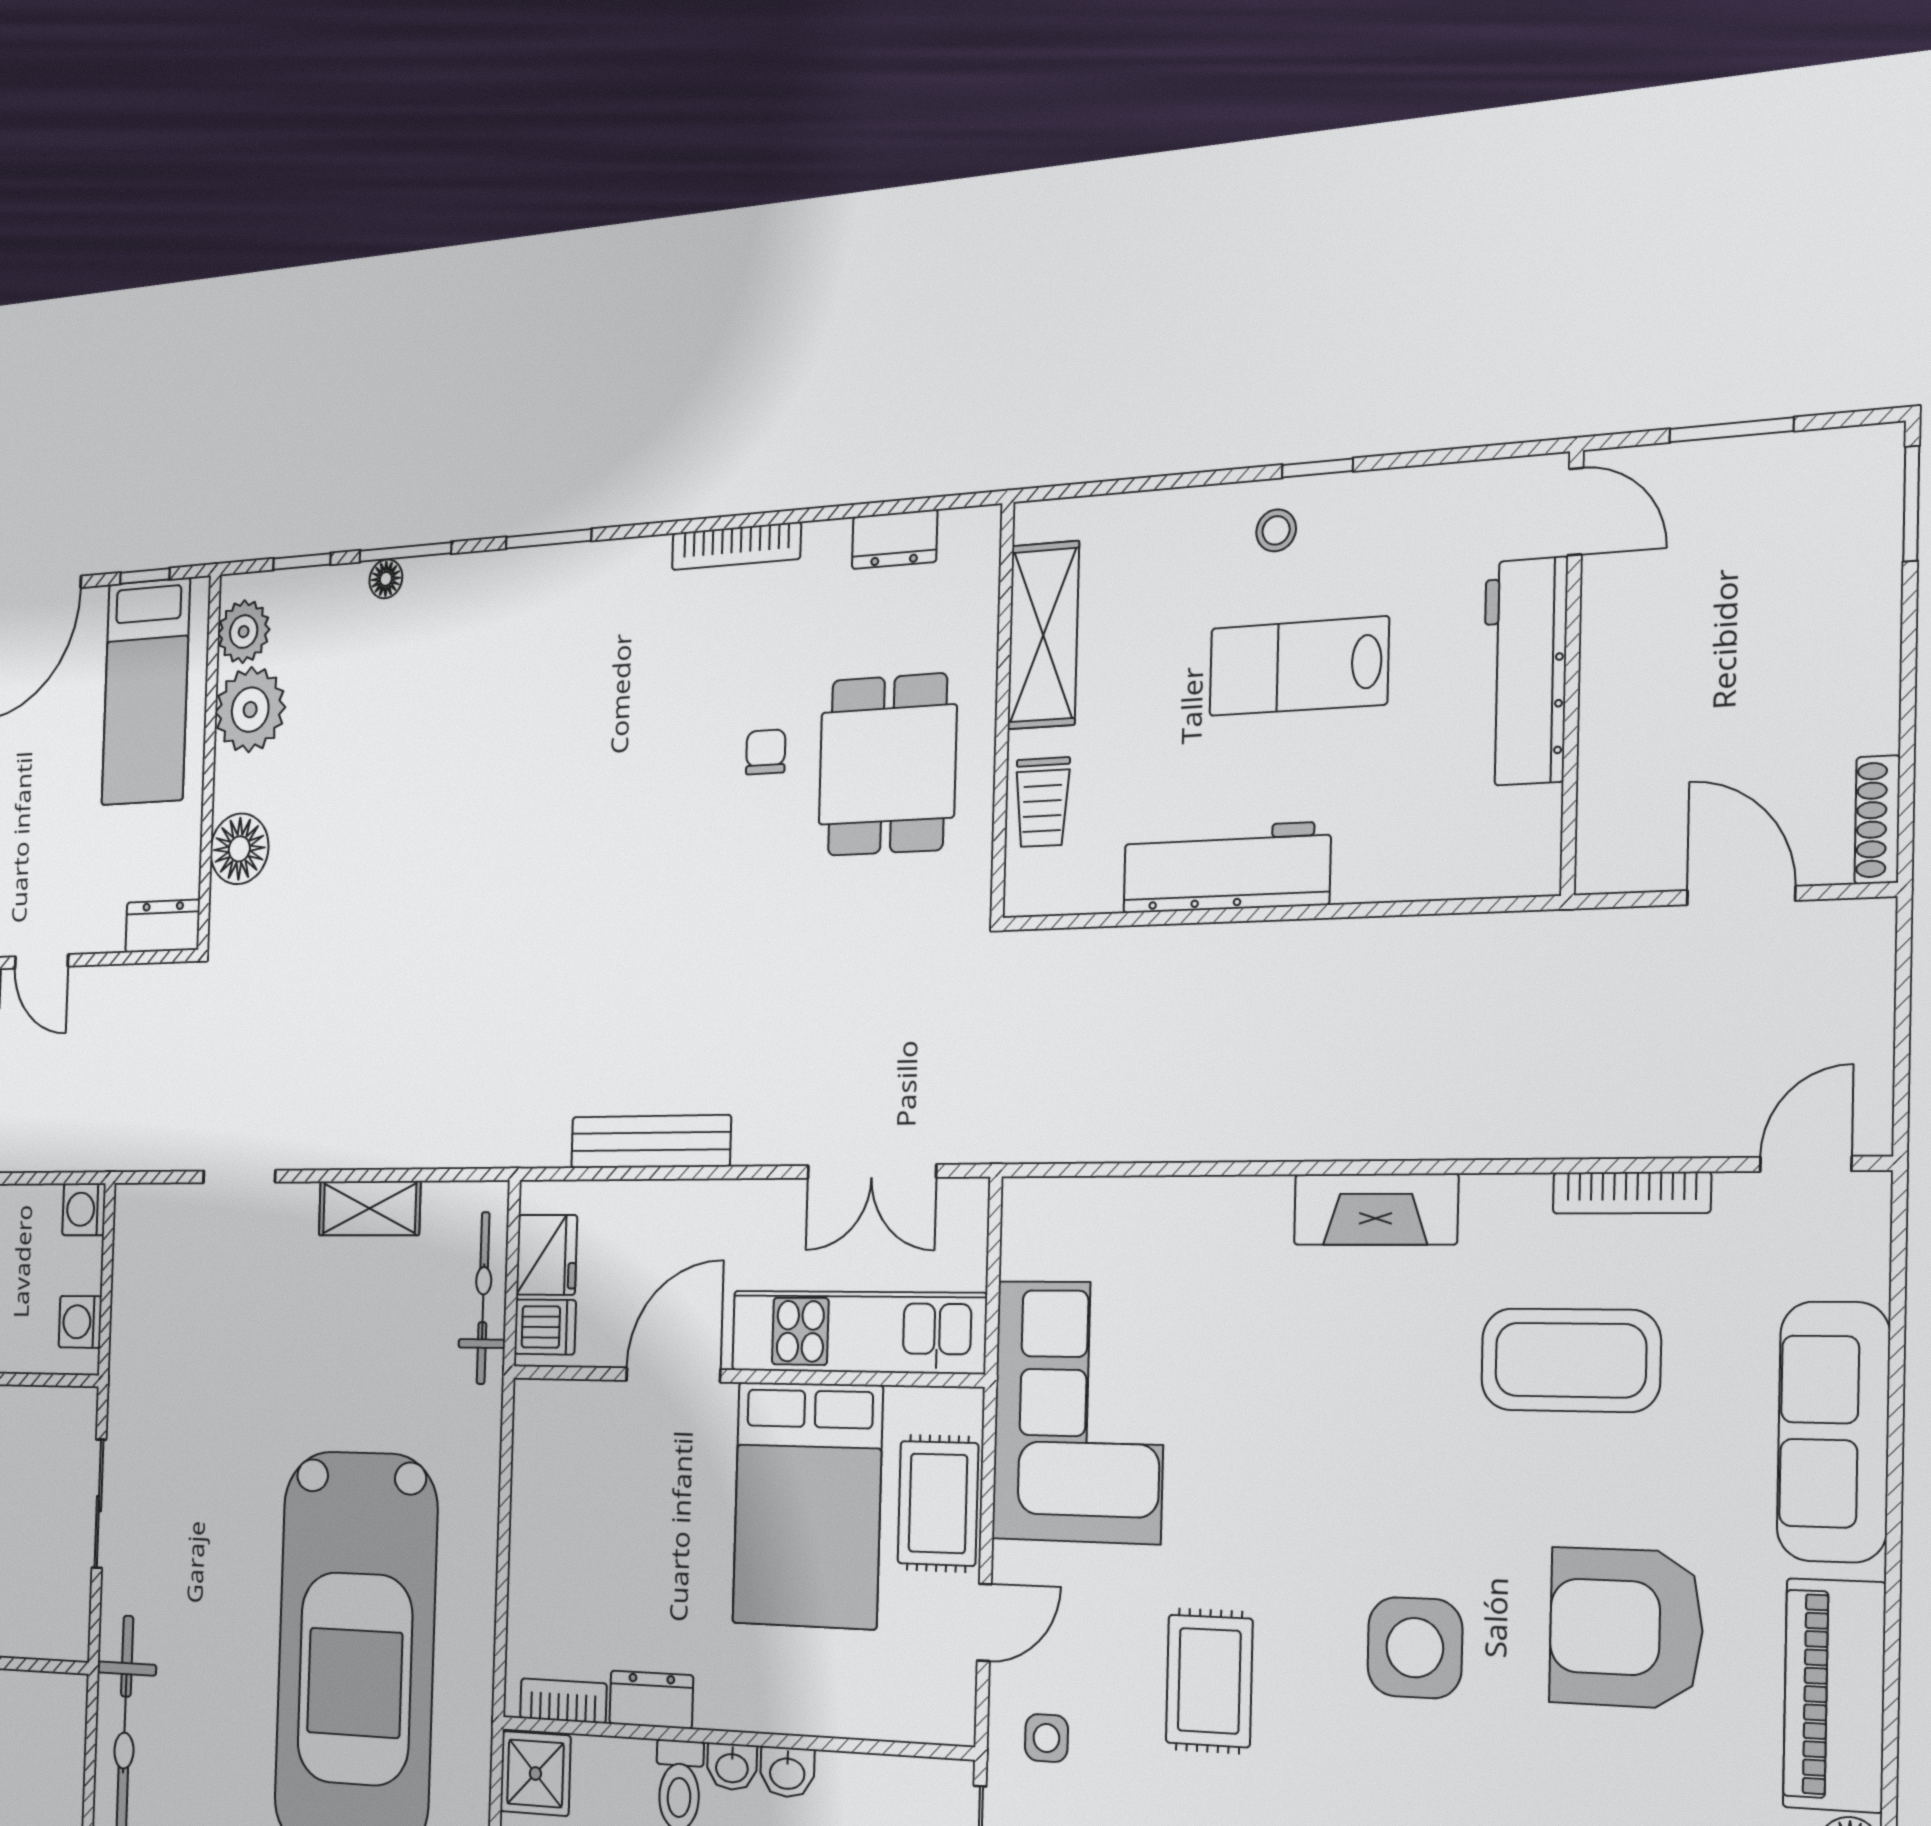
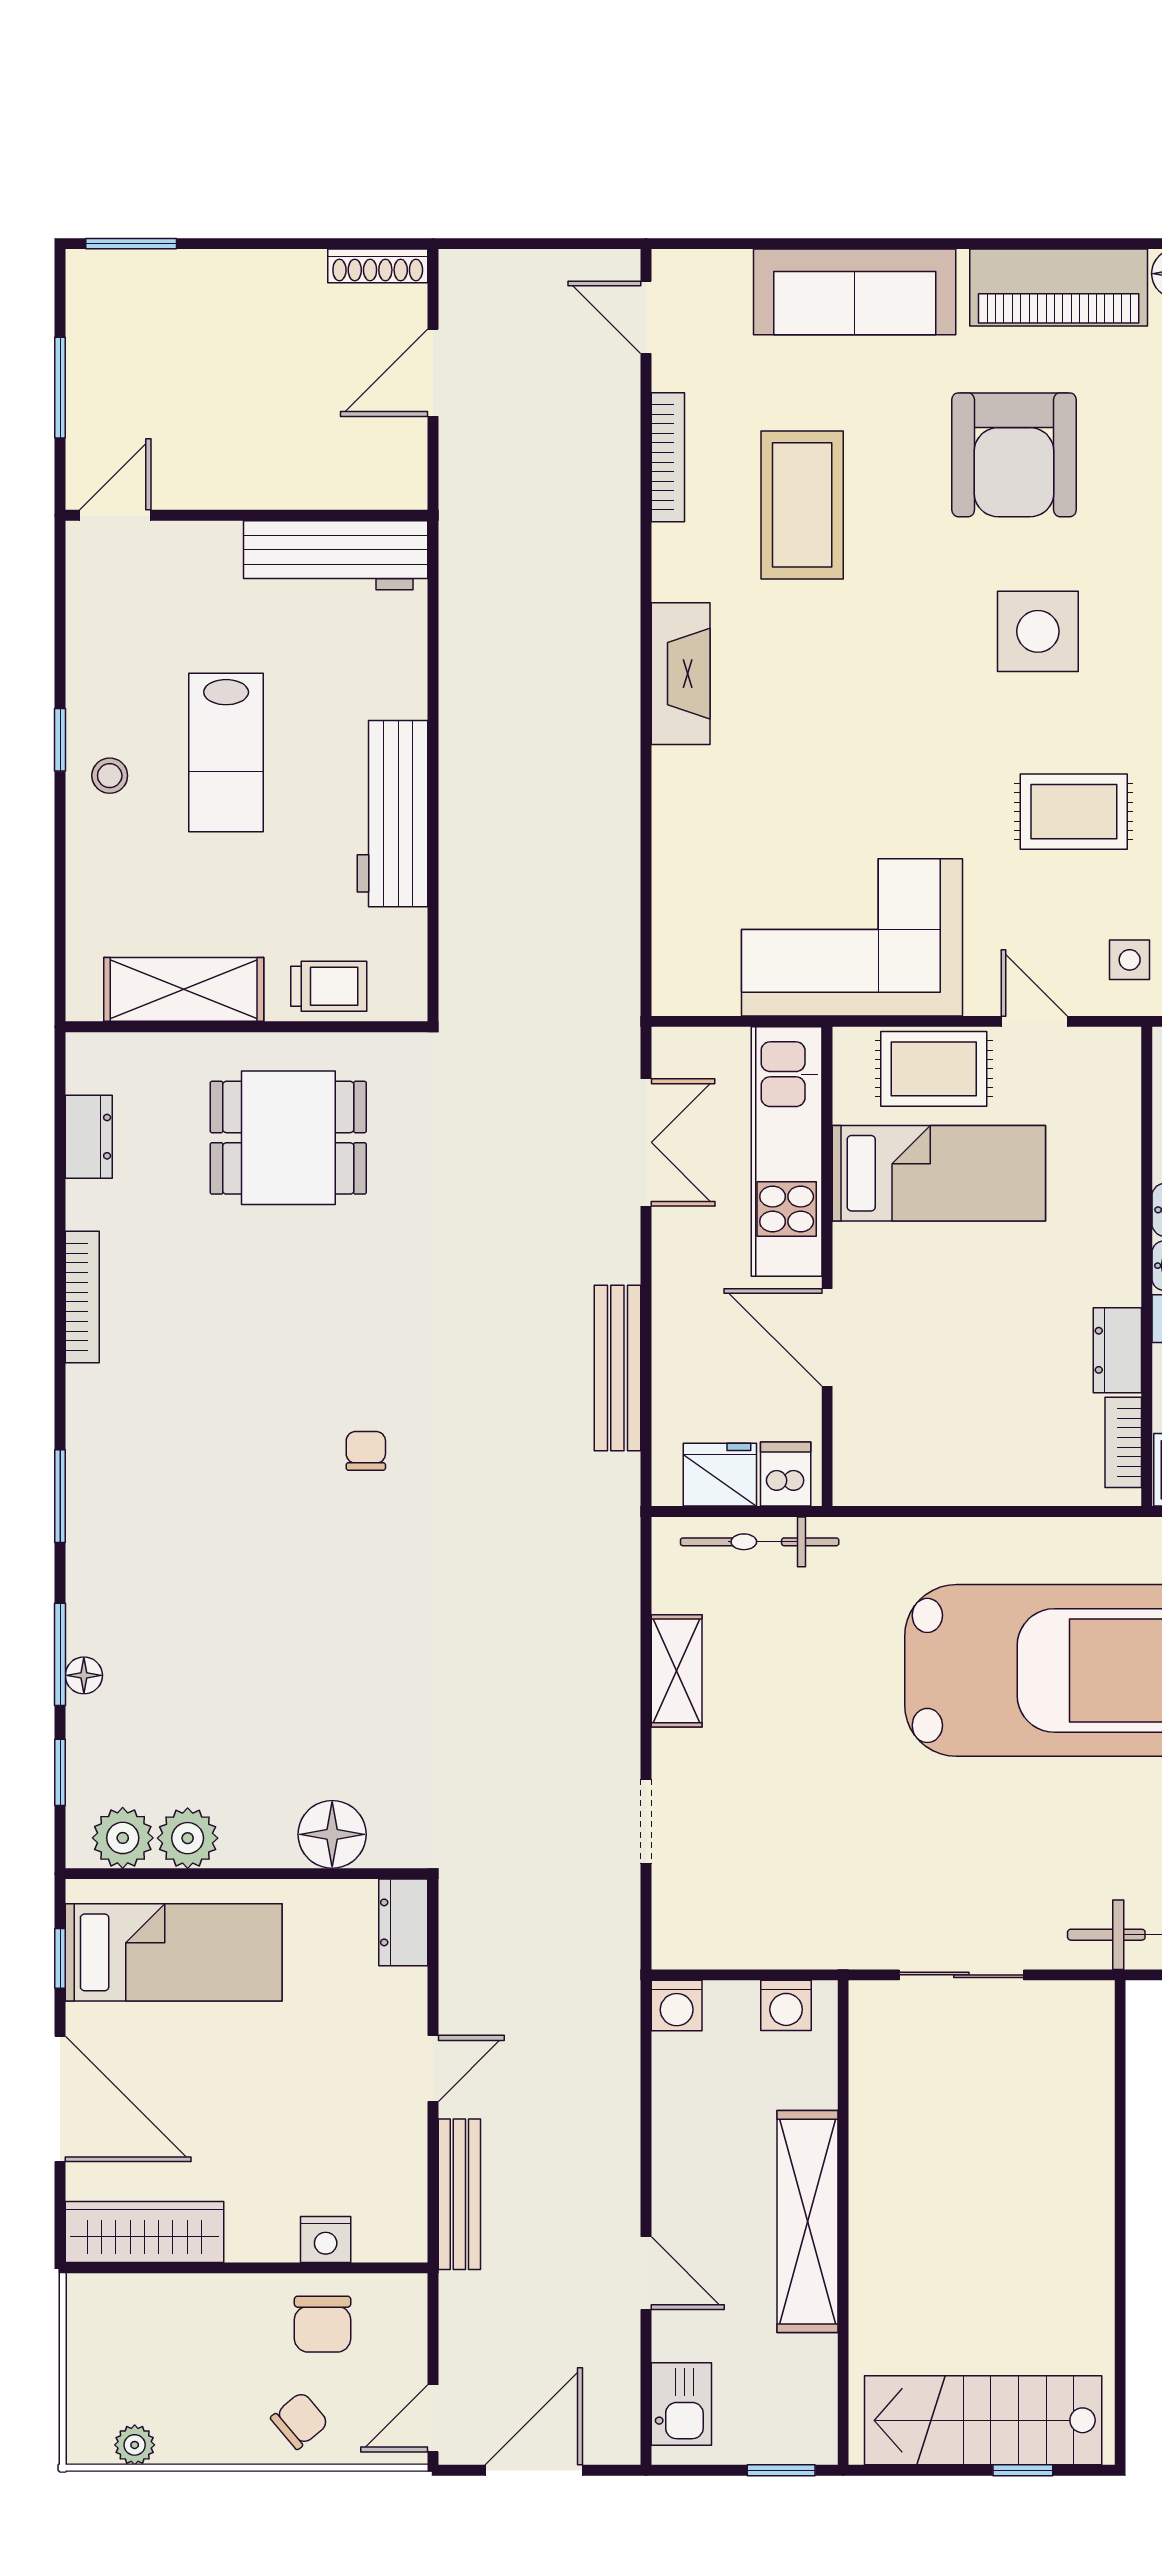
workbench: (1525, 672) -> (336, 555), moved
plant: (250, 710) -> (188, 1838), width x0.73, depth x0.73
chair: (766, 752) -> (366, 1451), moved, turned 90
bed: (807, 1505) -> (939, 1173), width x0.67

